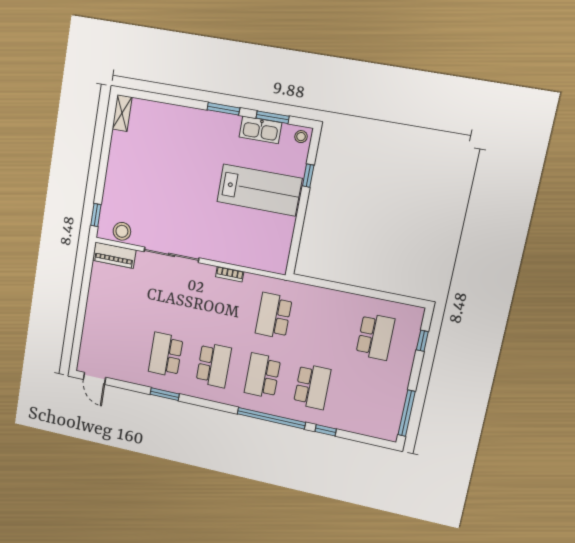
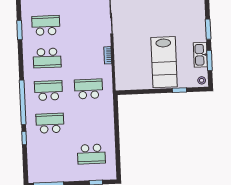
school desk: (312, 387) -> (50, 123), turned 180

